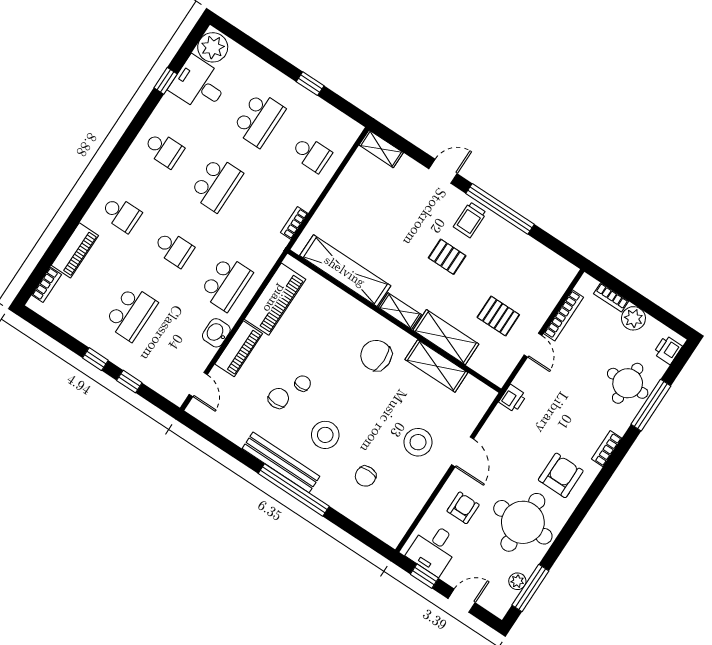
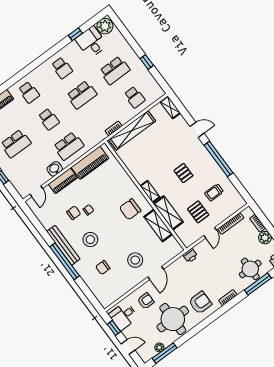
trolley: (470, 220) -> (214, 192), moved
shelving: (345, 271) -> (132, 130), moved, turned 90
chair: (376, 355) -> (130, 209), turned -90

